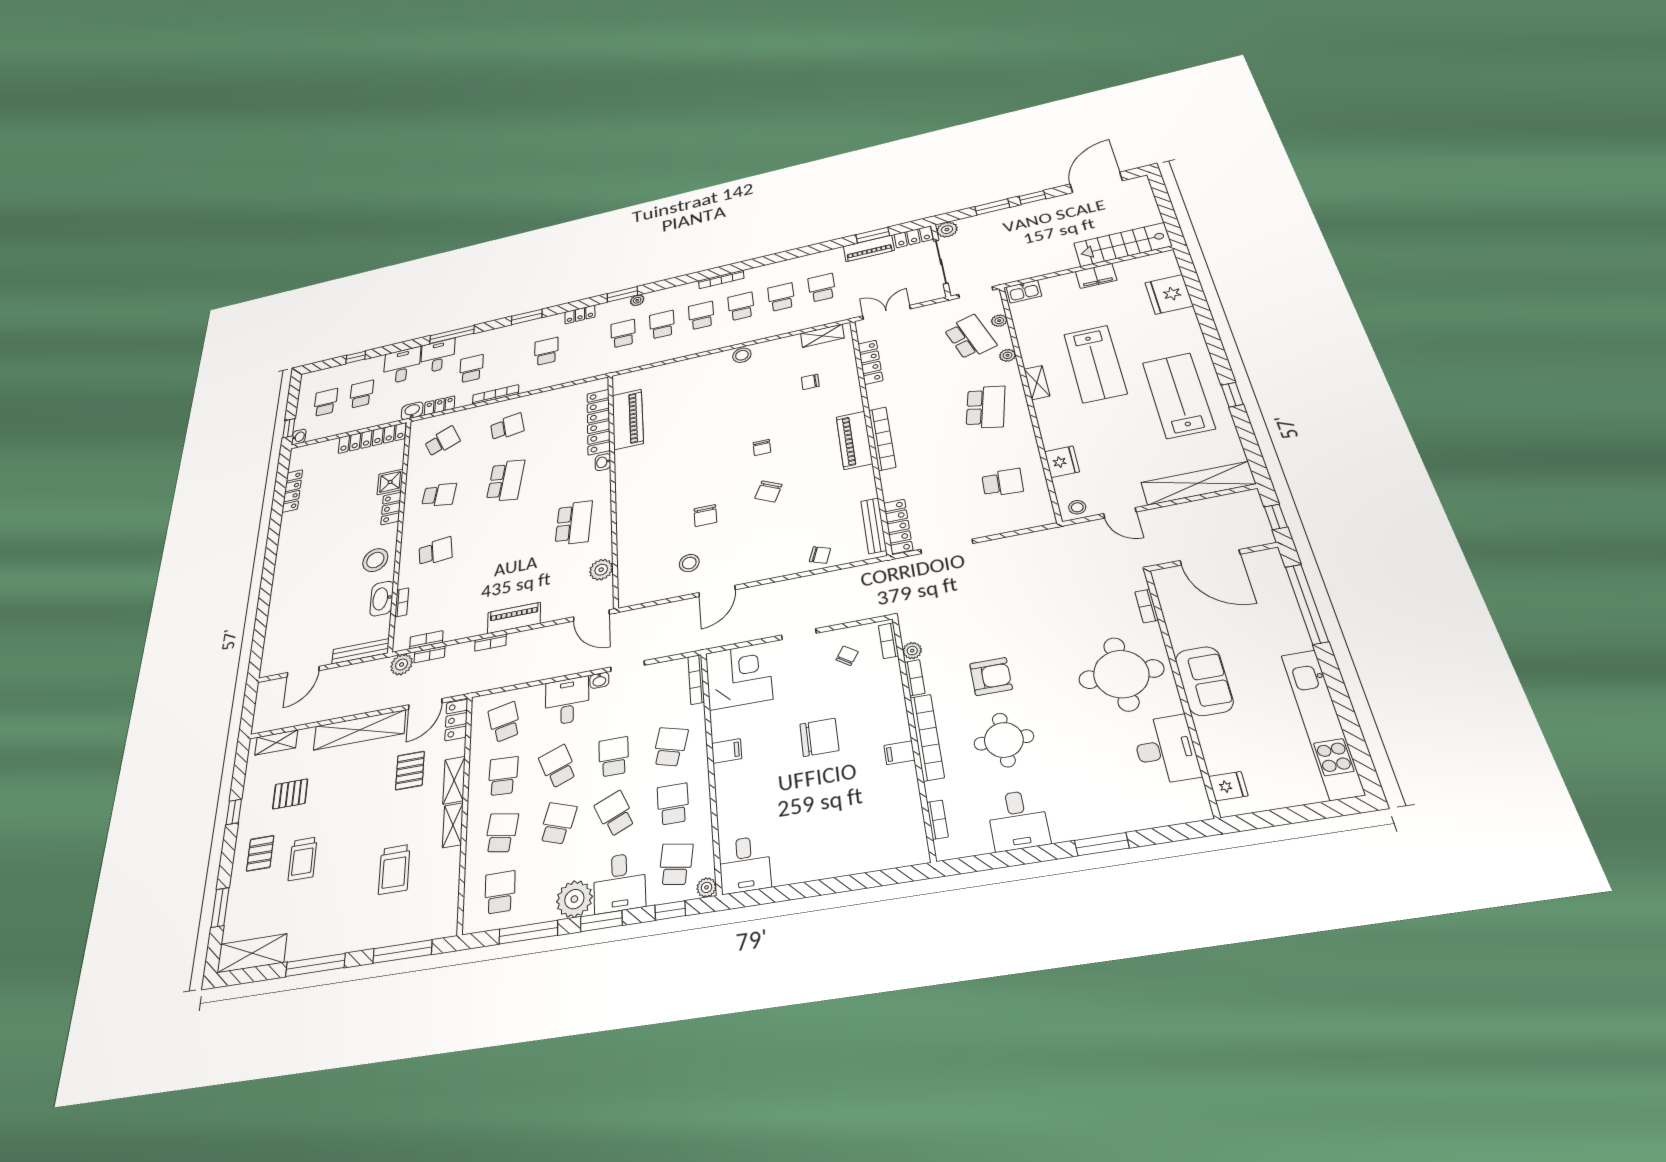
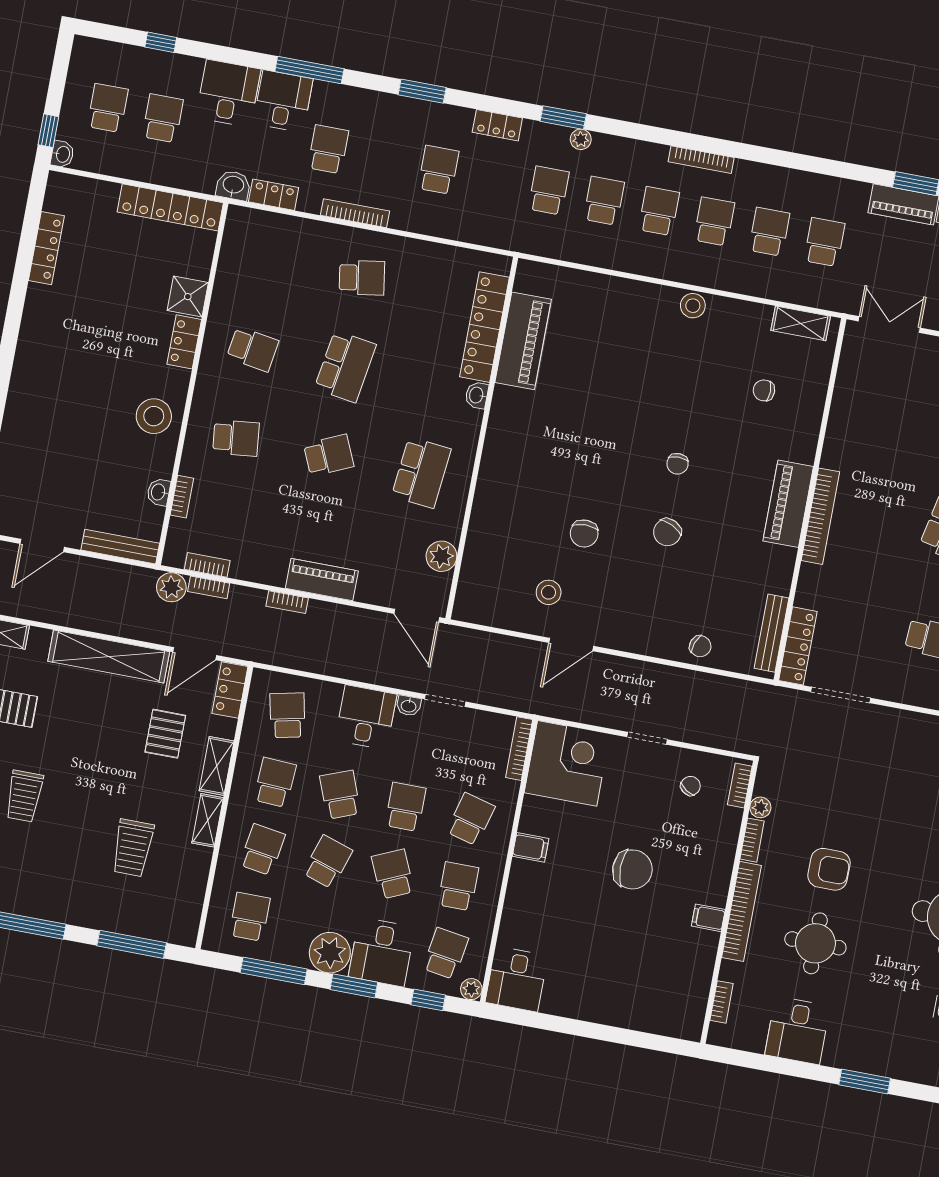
locker: (870, 362) -> (844, 395), removed
school desk: (442, 441) -> (329, 455), moved
washbasin: (382, 599) -> (159, 492), width x0.52, depth x0.69

